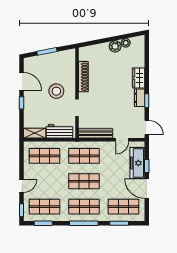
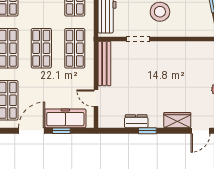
shoe rack: (83, 77) -> (179, 47), removed
dresser: (140, 98) -> (136, 121), moved
door: (147, 128) -> (201, 131), moved

